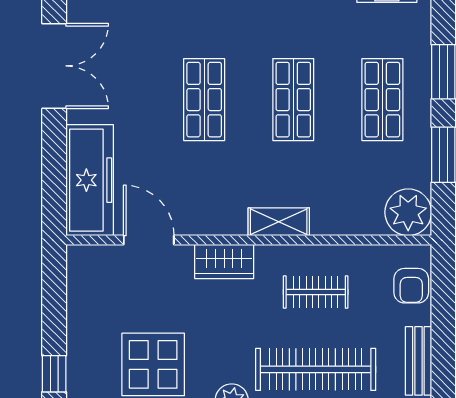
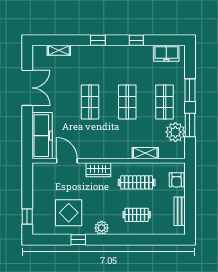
plant: (408, 212) -> (175, 132), moved
shelving: (279, 222) -> (145, 153), moved
clothes rail: (316, 292) -> (137, 182), width x1.36
clothes rail: (316, 369) -> (137, 215), width x0.54, depth x0.76

